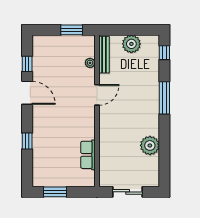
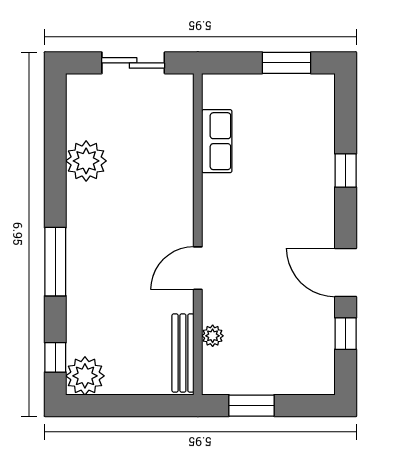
plant: (131, 44) -> (85, 376), moved

